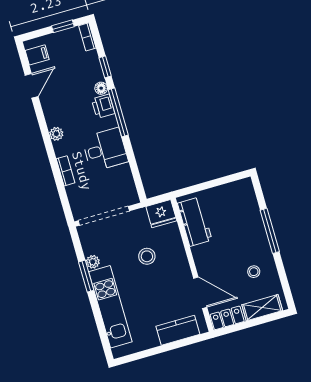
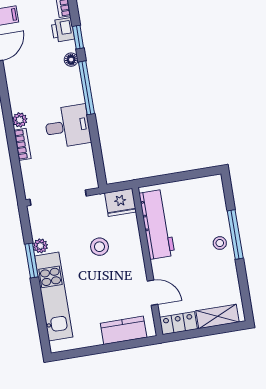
printer: (103, 106) -> (63, 30), moved
plant: (56, 134) -> (20, 120), moved
workbench: (195, 222) -> (157, 224), width x1.38
stool: (254, 272) -> (220, 243), moved
door: (200, 293) -> (152, 293), width x0.73

